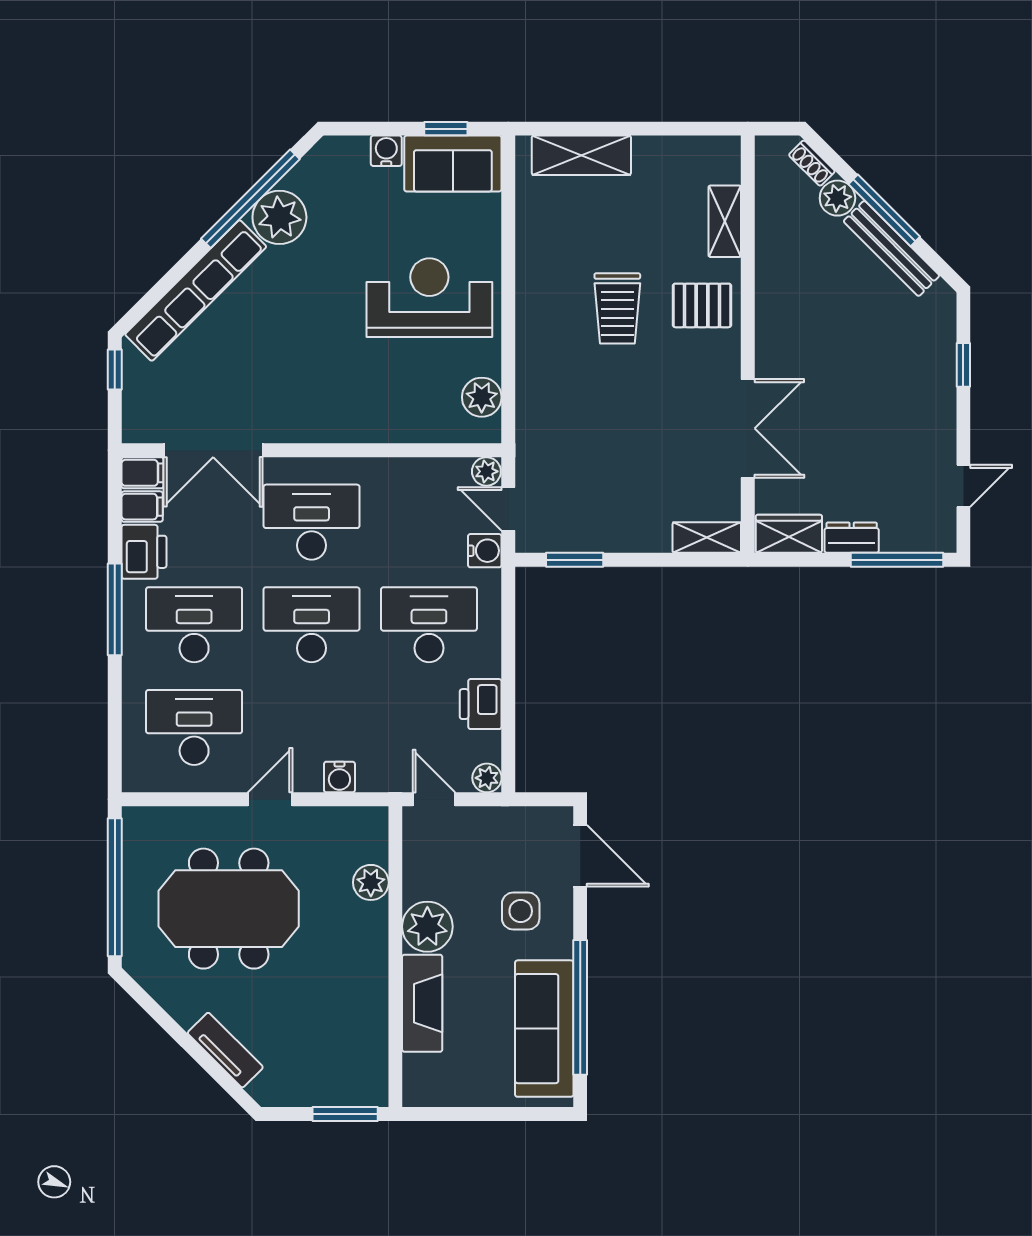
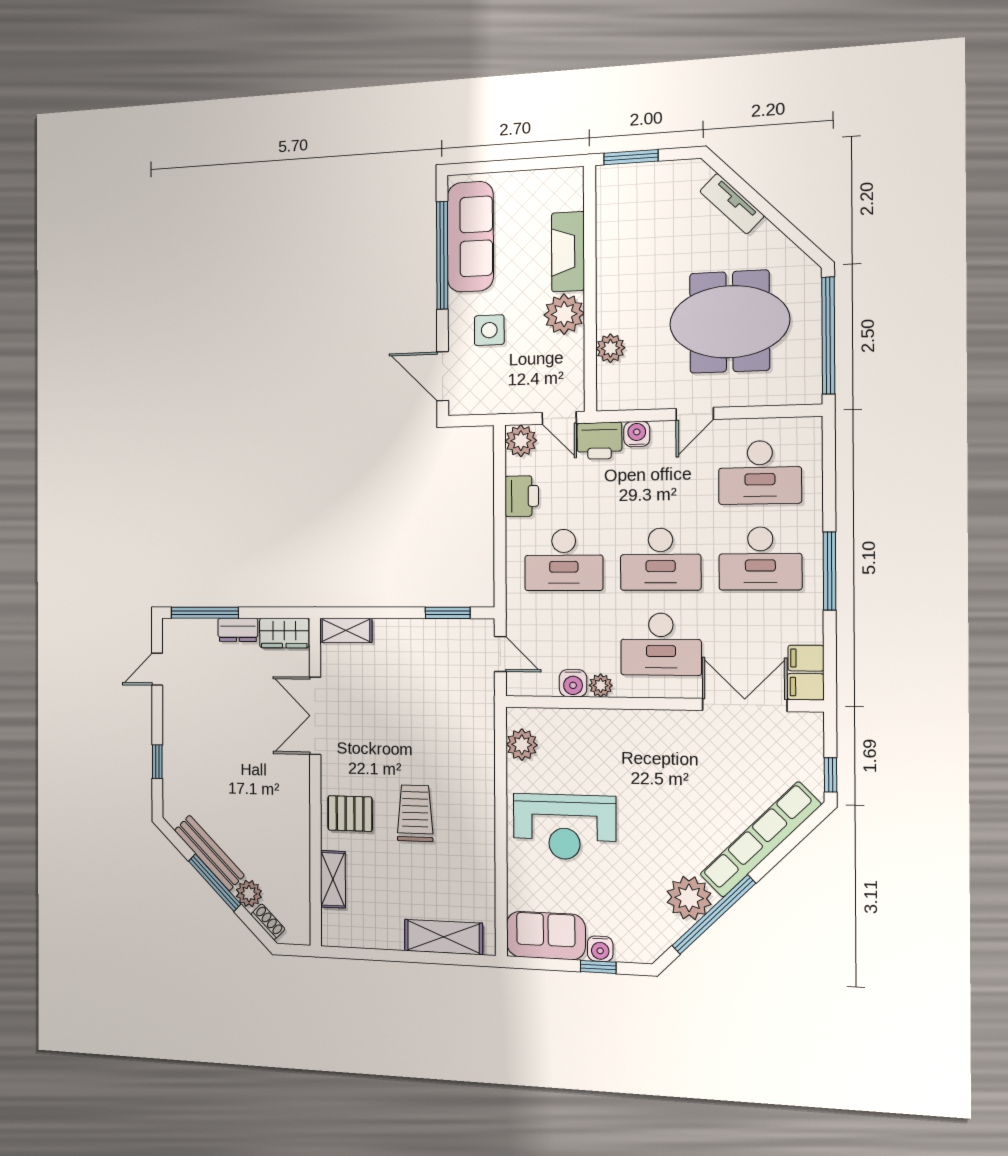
window: (446, 129) -> (598, 967), moved
plant: (486, 471) -> (601, 685), moved
water cooler: (485, 551) -> (573, 683), moved, turned -90
printer: (144, 552) -> (599, 441), moved, turned -90
plant: (487, 778) -> (521, 441), width x1.38, depth x1.38

